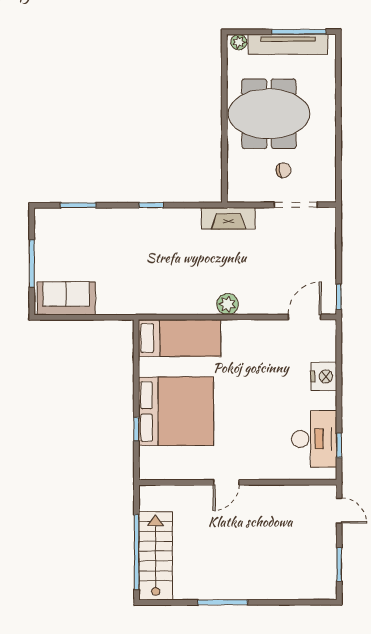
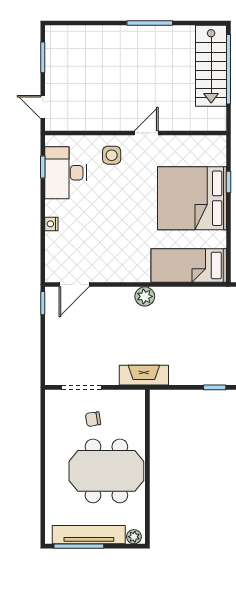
nightstand: (324, 376) -> (51, 224), width x0.53, depth x0.56
side table: (264, 458) -> (112, 155), added

